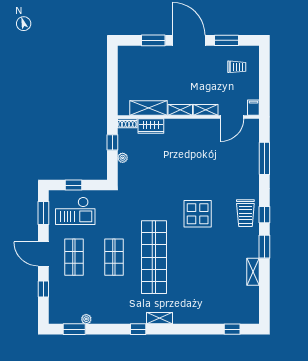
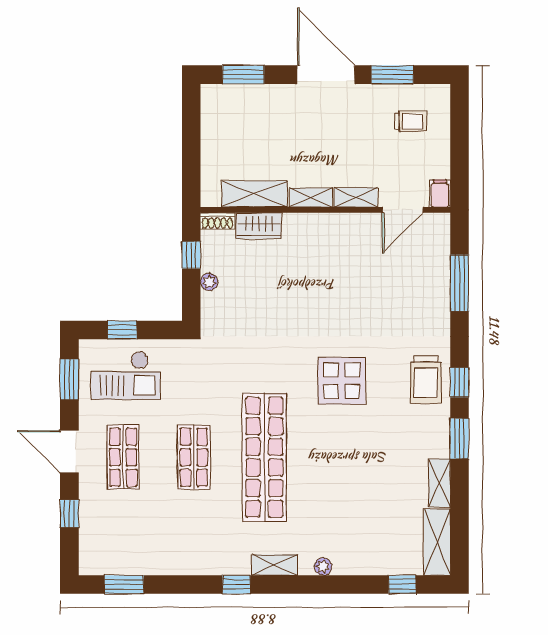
window: (153, 40) -> (243, 75), moved
shelving: (252, 305) -> (437, 542), added
plant: (86, 319) -> (323, 567), moved

